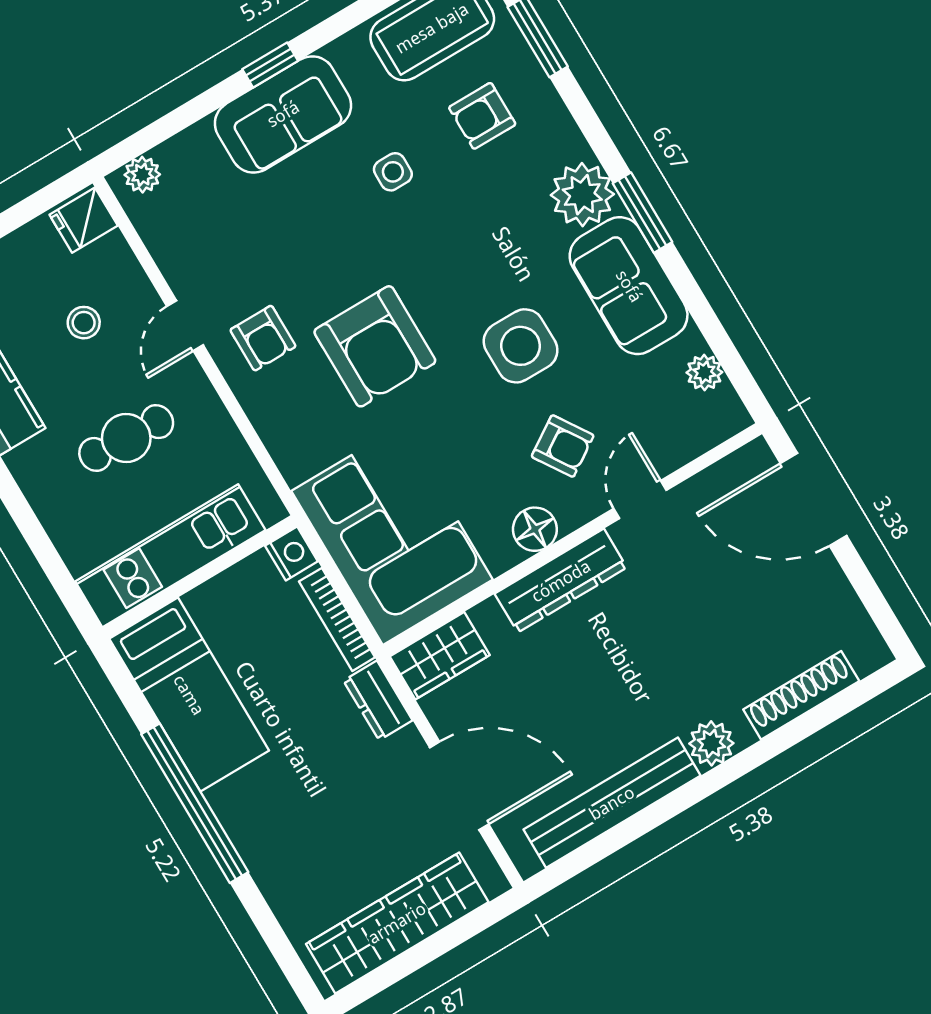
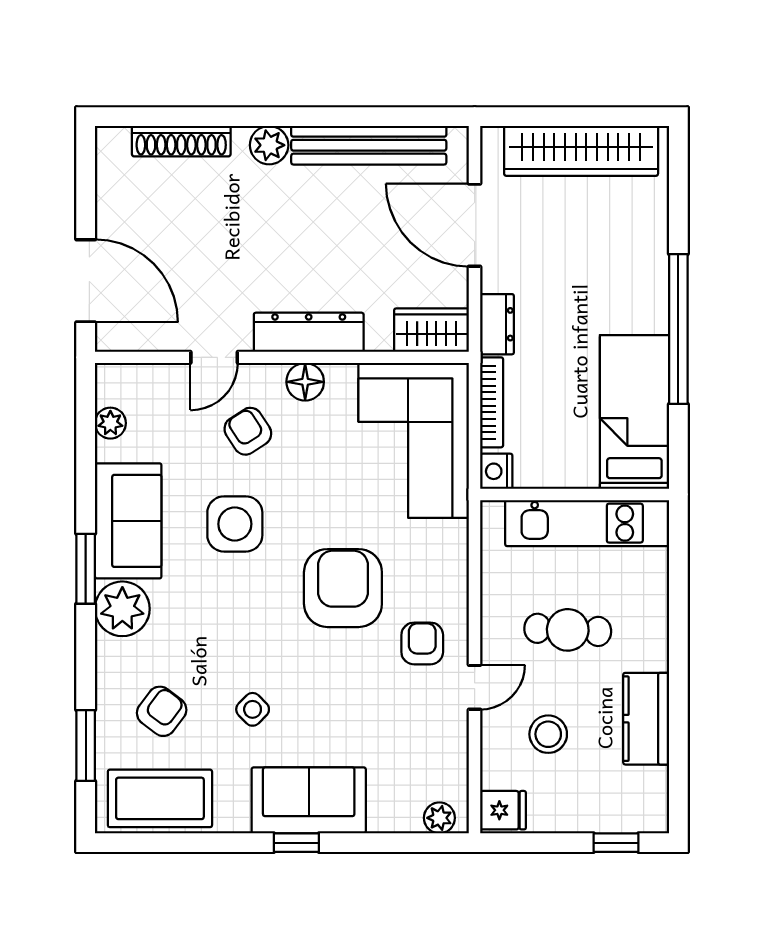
armchair: (482, 116) -> (162, 711), turned -53
side table: (393, 172) -> (253, 709), turned 45
stool: (84, 323) -> (548, 734), width x1.37, depth x1.37

